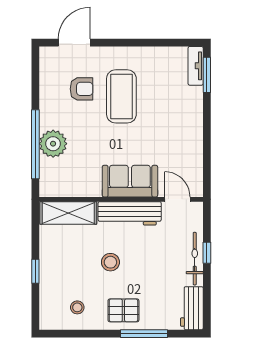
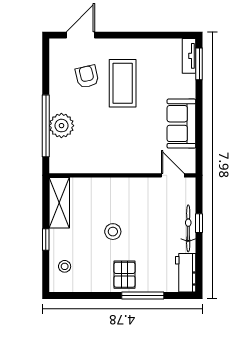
armchair: (82, 89) -> (87, 77), turned -103
sofa: (130, 181) -> (181, 124), moved, turned -90
shelving: (68, 213) -> (59, 203), moved, turned 90
workbench: (130, 213) -> (130, 188), removed
stool: (77, 307) -> (65, 266), moved
pallet: (123, 310) -> (125, 275), turned 90

